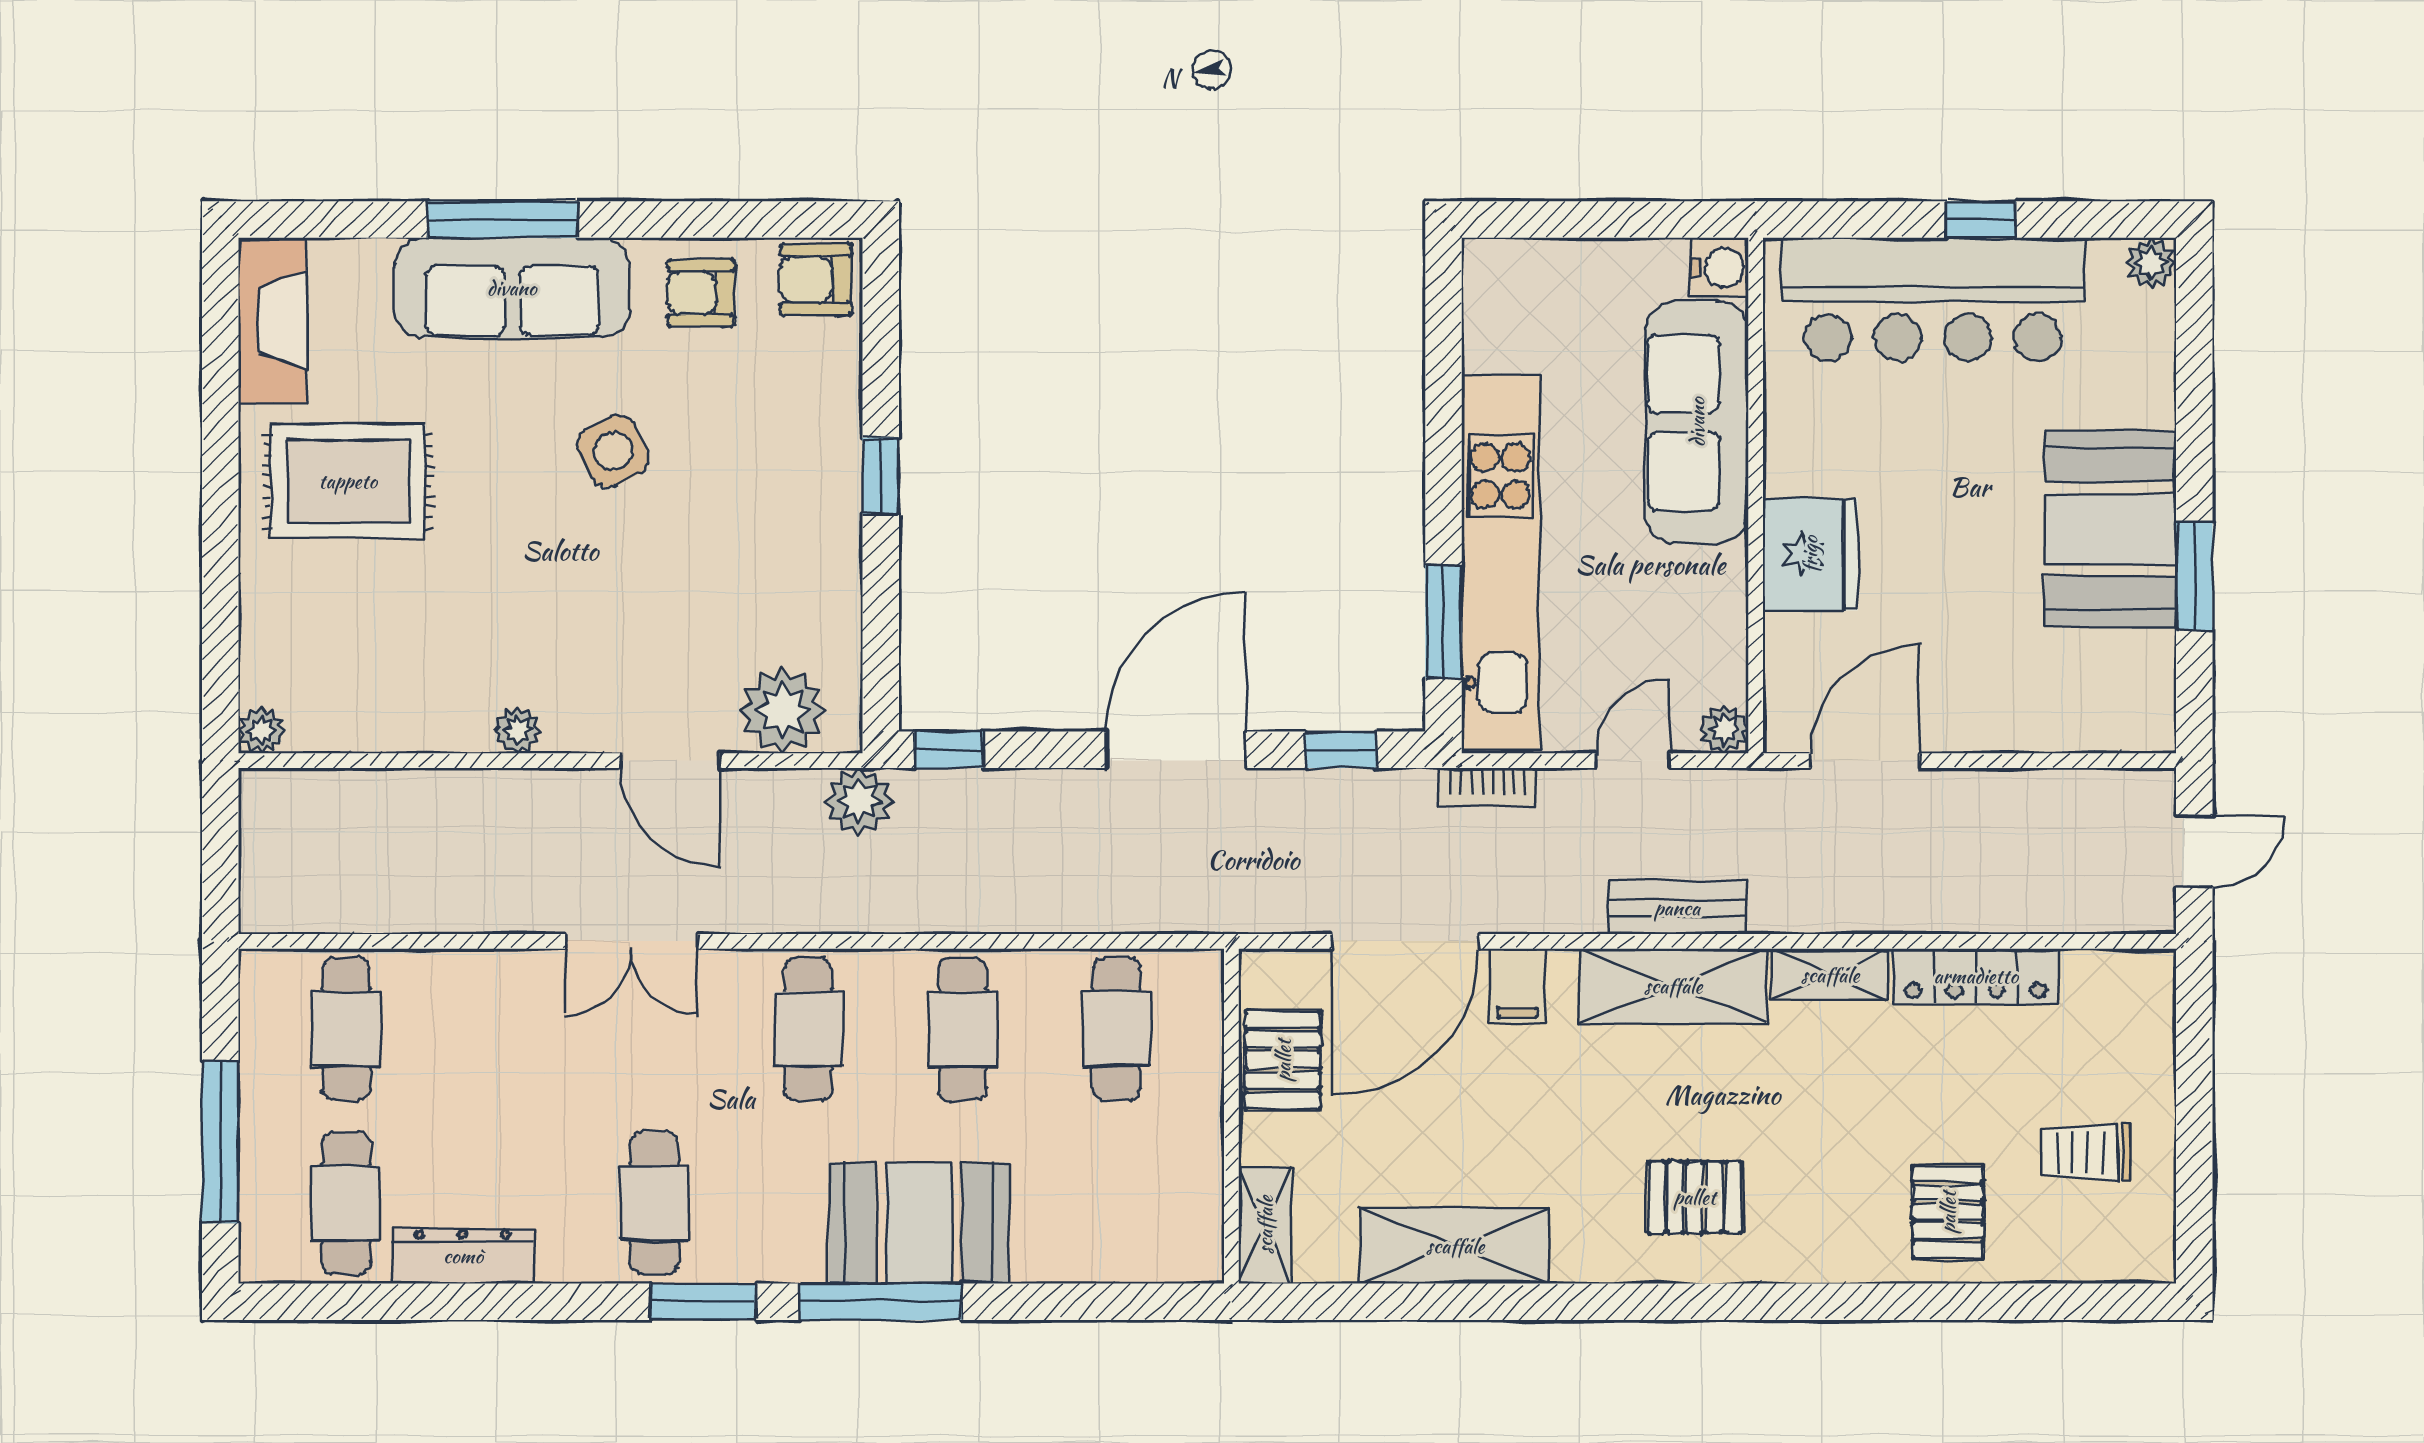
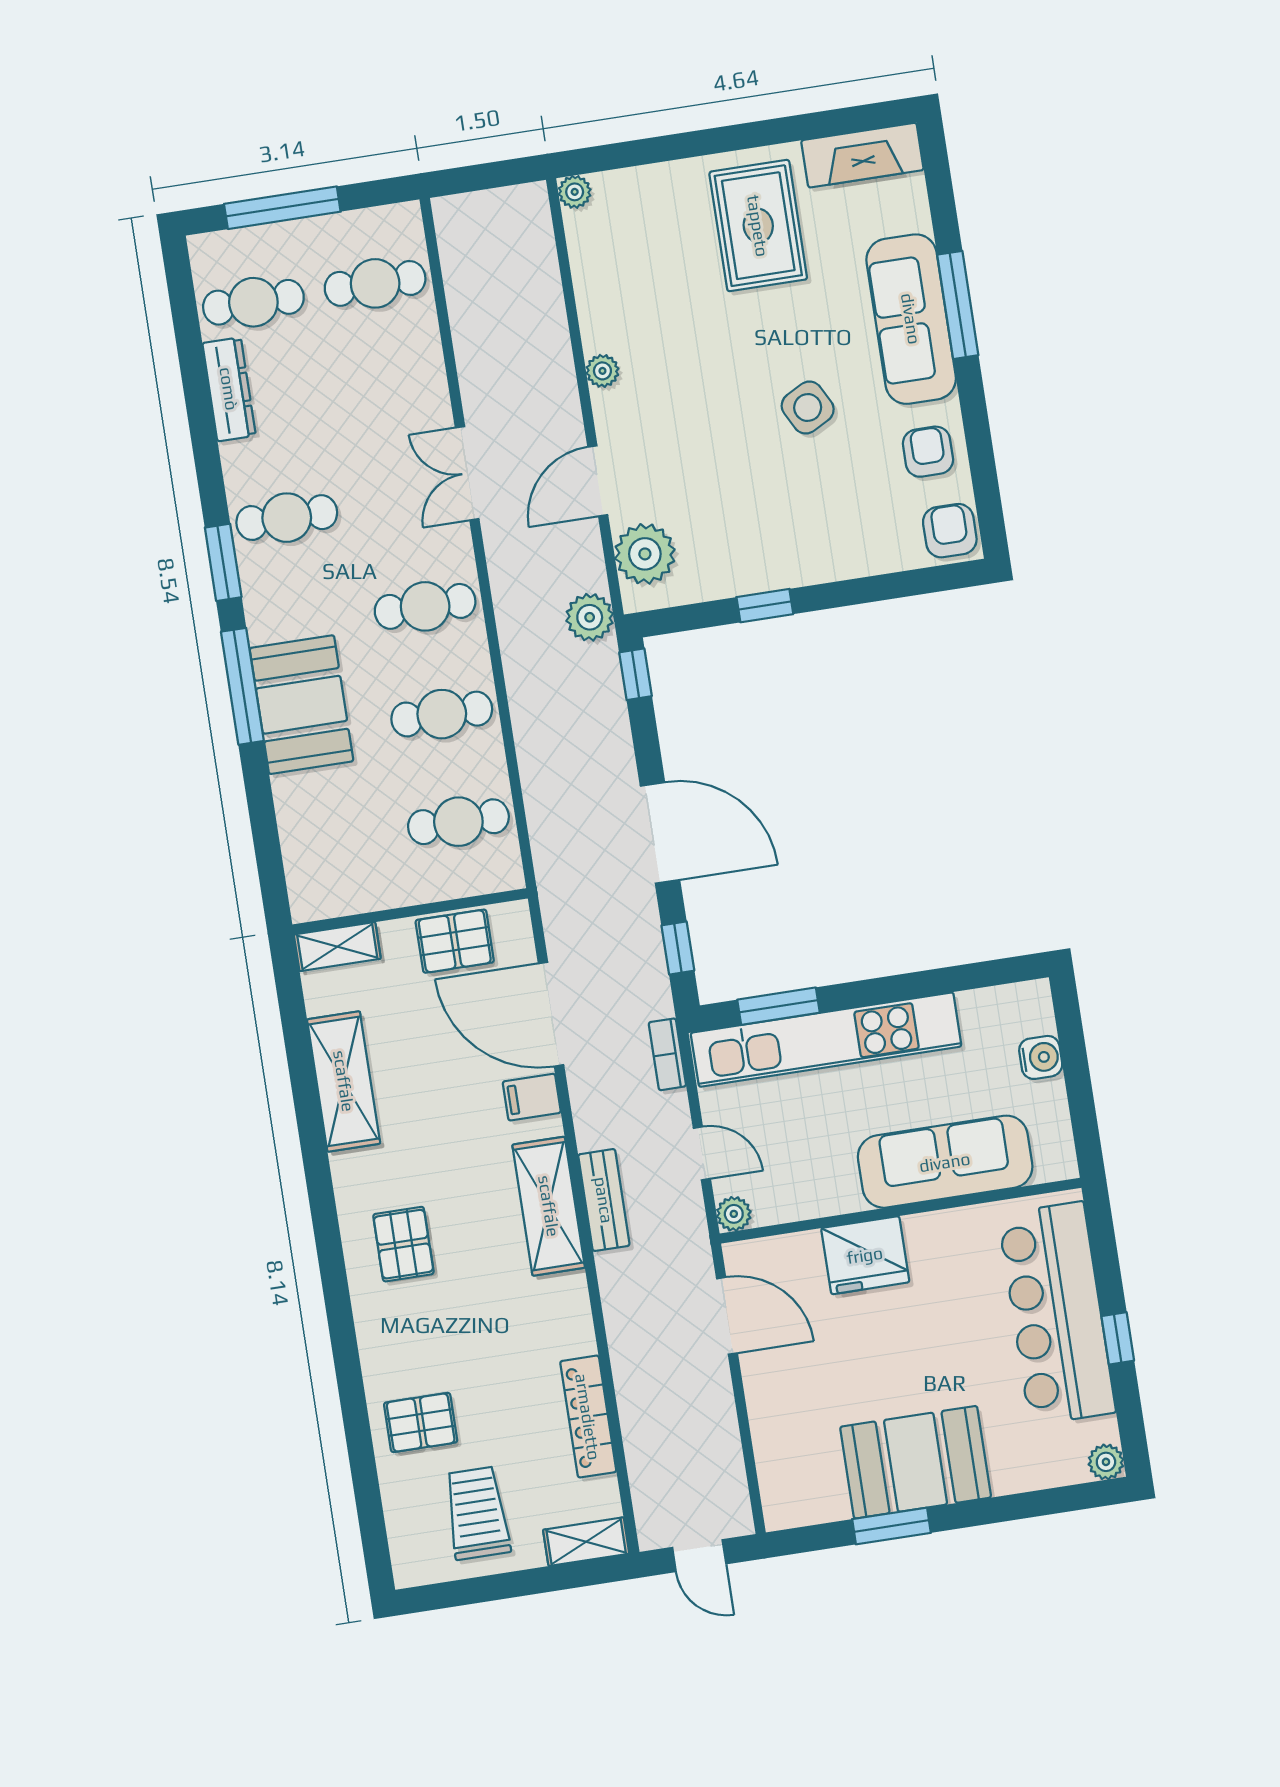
water cooler: (1720, 267) -> (1041, 1057), moved, turned -90
window: (881, 476) -> (765, 606), moved
shelving: (1830, 975) -> (586, 1542), moved, turned 90
trolley: (2087, 1153) -> (477, 1513), width x1.36, depth x1.39

